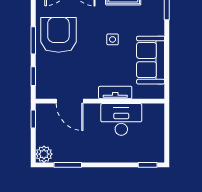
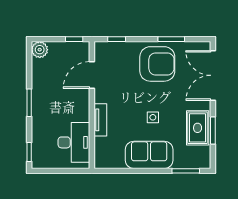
window: (33, 40) -> (171, 39), moved
sofa: (151, 60) -> (149, 155), moved
desk: (121, 119) -> (74, 142), moved
window: (68, 165) -> (29, 103), moved

